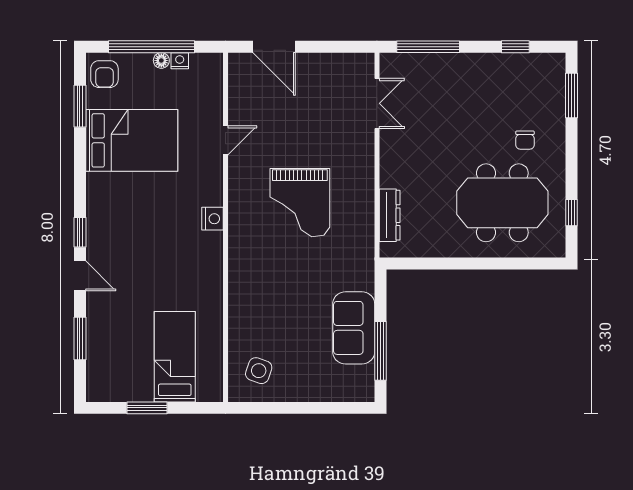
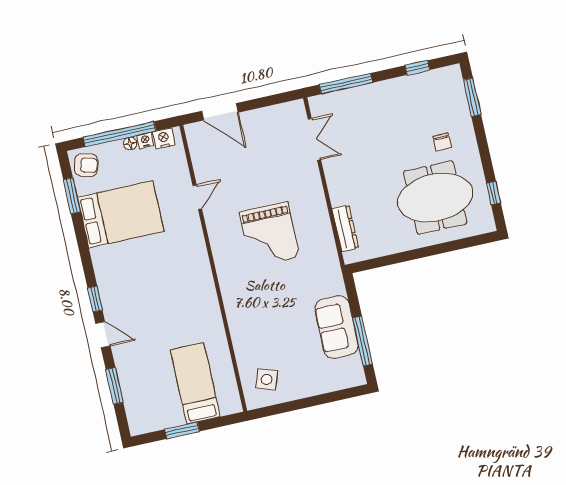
armchair: (104, 74) -> (86, 165), turned -74
nightstand: (213, 219) -> (164, 138), moved, turned -90

